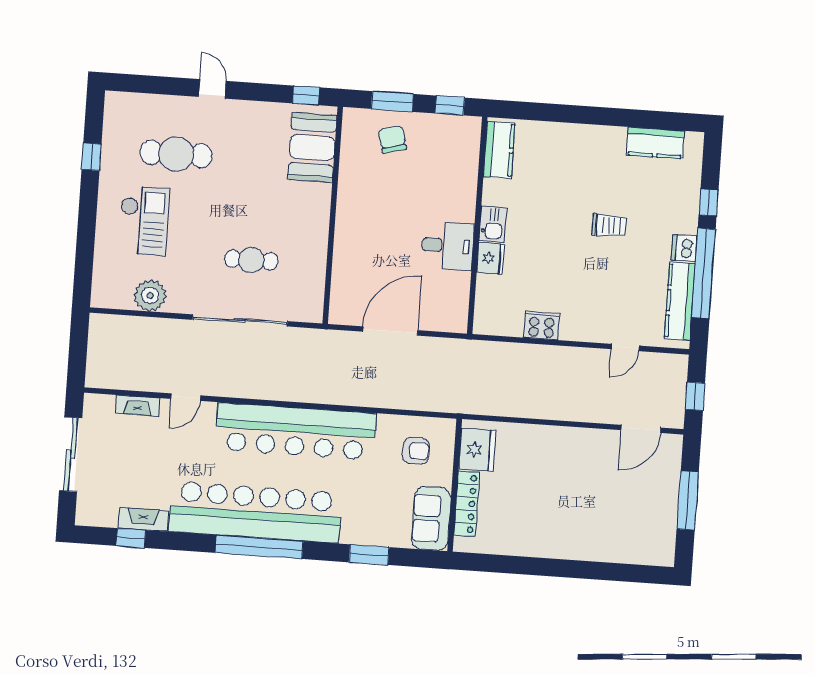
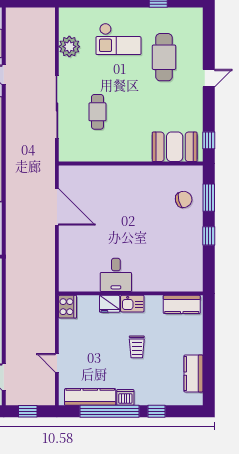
kitchen counter: (499, 150) -> (182, 304), moved
kitchen sink: (493, 224) -> (132, 304), moved
wall: (477, 225) -> (131, 293), moved
desk: (448, 246) -> (116, 275), moved
fridge: (491, 258) -> (110, 304), moved

